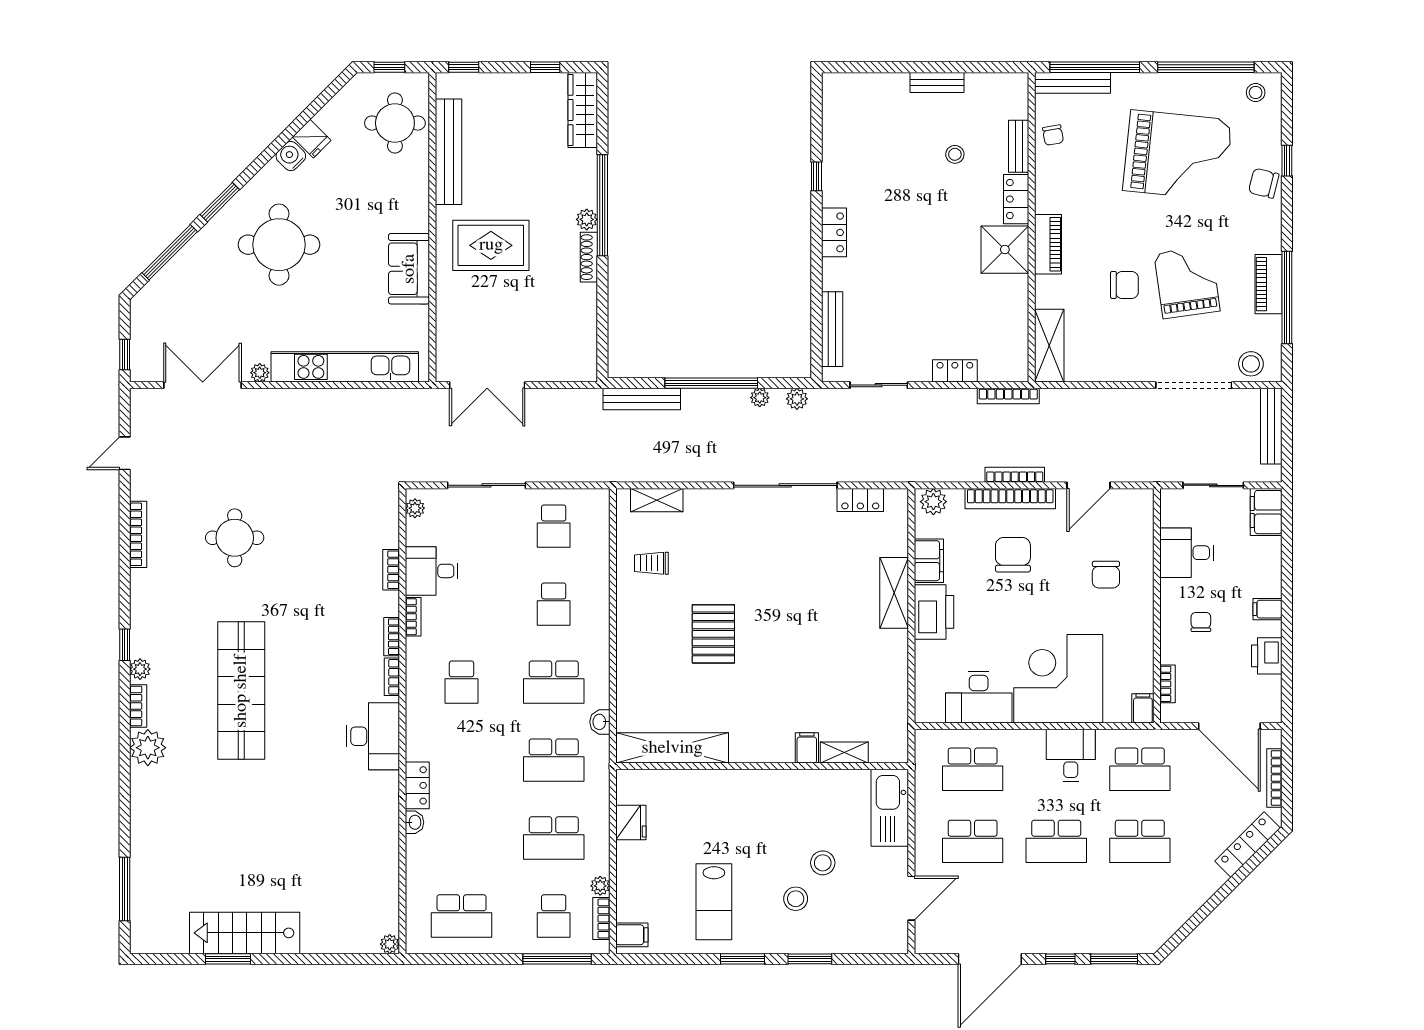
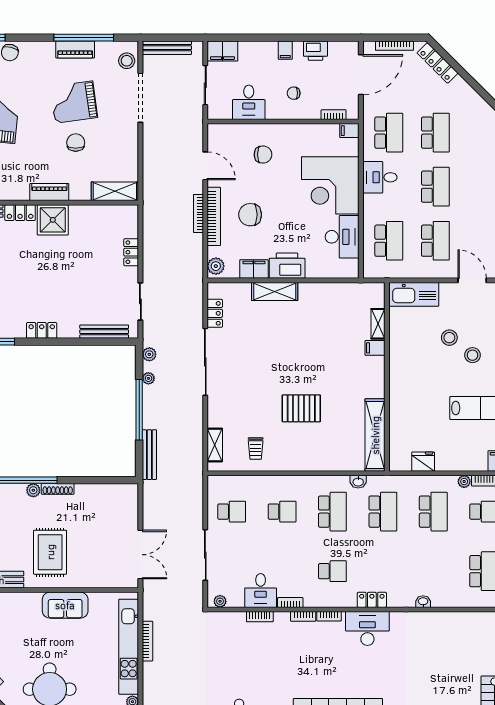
bookcase: (1008, 396) -> (147, 641), moved
locker: (417, 785) -> (372, 600), moved

